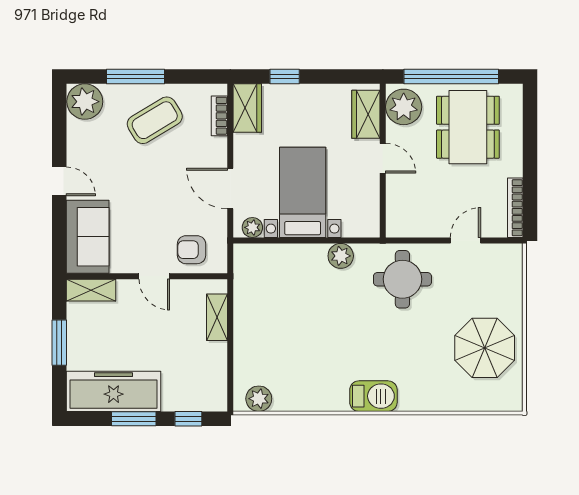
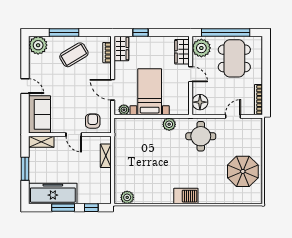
floor lamp: (401, 213) -> (200, 102), added
armchair: (191, 250) -> (93, 121), turned 90

